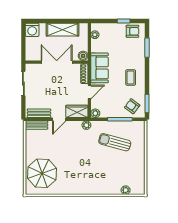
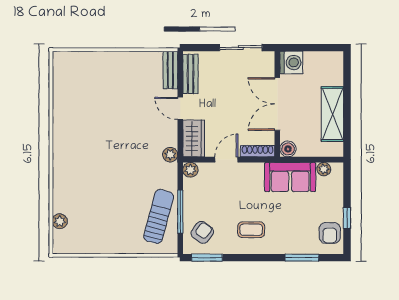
washing machine: (32, 30) -> (291, 62), moved, turned 180
double door: (57, 62) -> (277, 104), swing flipped
sofa: (100, 68) -> (290, 177), moved
door: (89, 92) -> (226, 160), swing flipped
sun lounger: (115, 142) -> (159, 216), moved
parasol: (42, 173) -> (88, 79), removed

